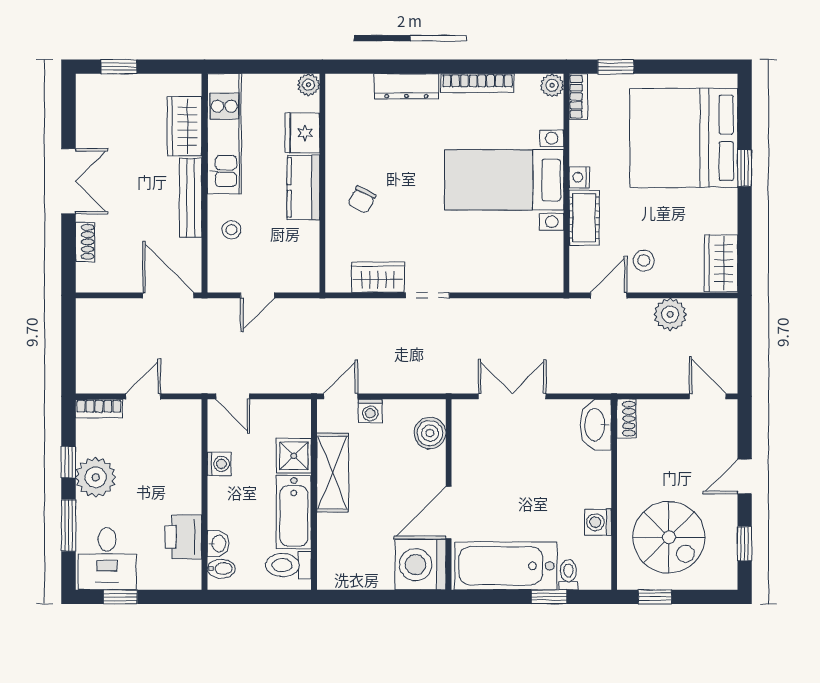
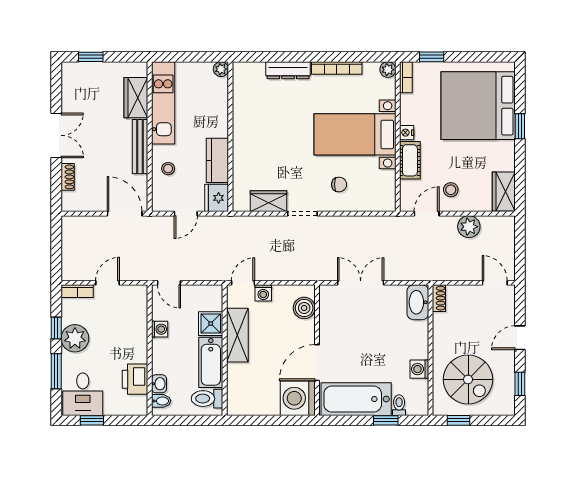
fridge: (302, 133) -> (217, 198), moved
kitchen counter: (303, 188) -> (217, 160), moved
chair: (362, 200) -> (339, 184), moved, turned -117

